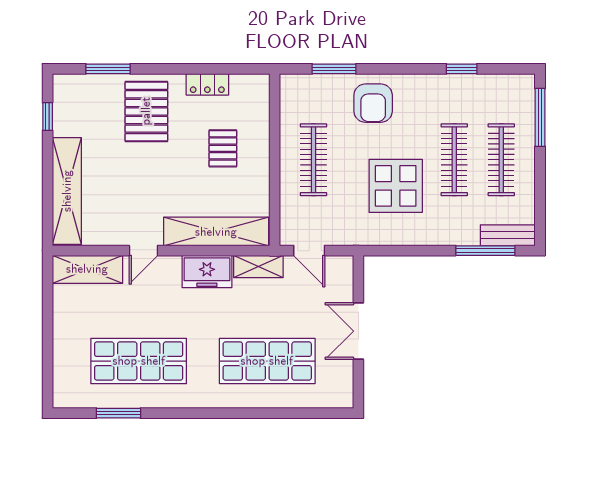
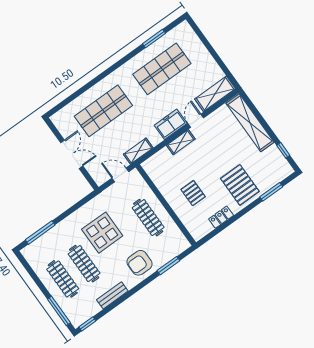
window: (462, 69) -> (87, 324), moved
armchair: (373, 103) -> (140, 263), turned -90
shelving: (216, 232) -> (181, 142), width x0.45, depth x0.75
bench: (508, 235) -> (112, 295), moved
freezer: (207, 272) -> (171, 124), moved

